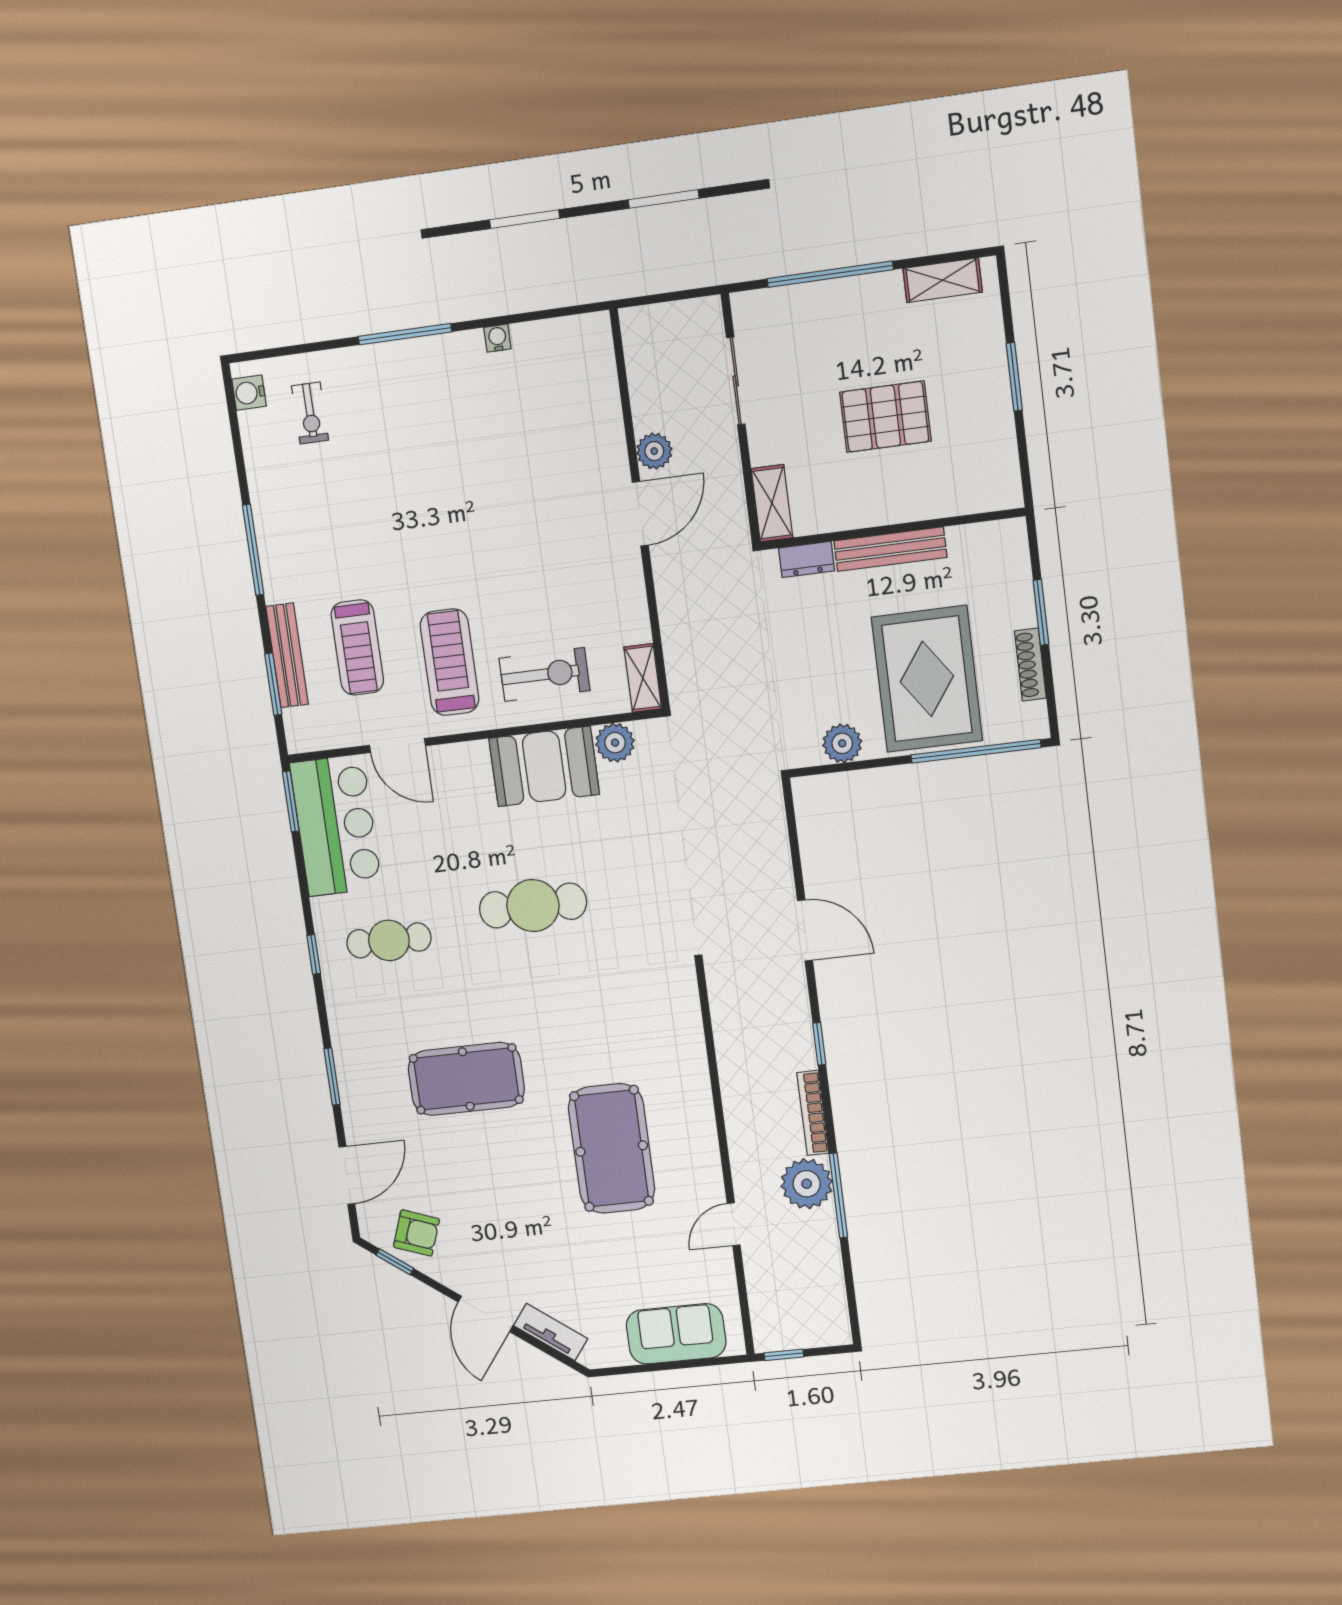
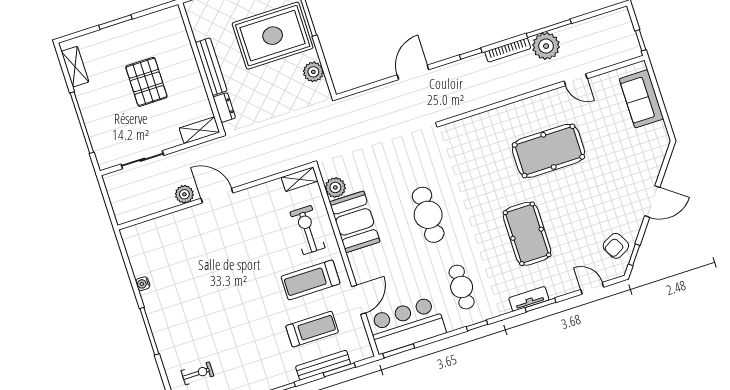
door: (347, 1175) -> (592, 288), width x0.73
armchair: (416, 1233) -> (616, 246), turned -138
tv unit: (551, 1332) -> (529, 299), moved, turned 53

